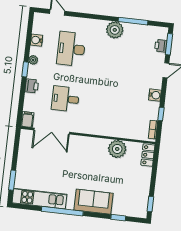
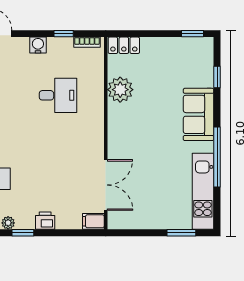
desk: (65, 99) -> (58, 95), moved, turned -90

